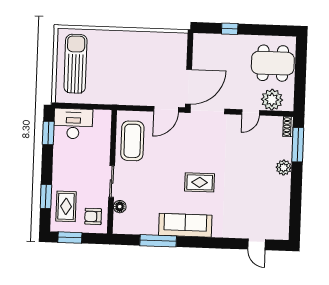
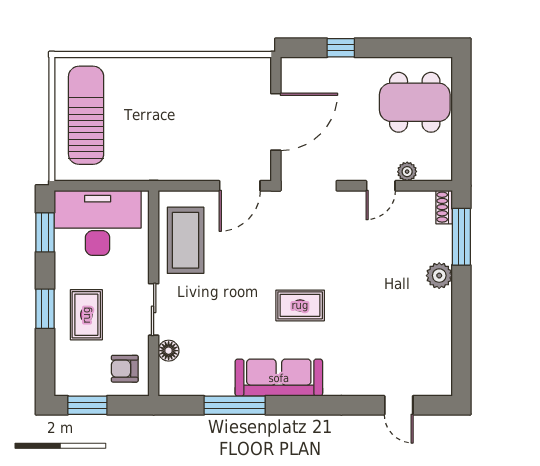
door: (189, 87) -> (276, 122), moved
plant: (272, 100) -> (407, 172), width x0.53, depth x0.53
desk: (73, 124) -> (98, 223), width x1.36, depth x1.30
window: (46, 196) -> (45, 309), moved
rug: (66, 206) -> (86, 315), moved

